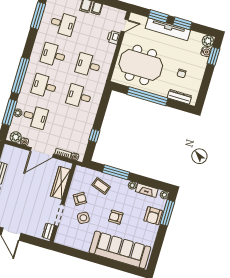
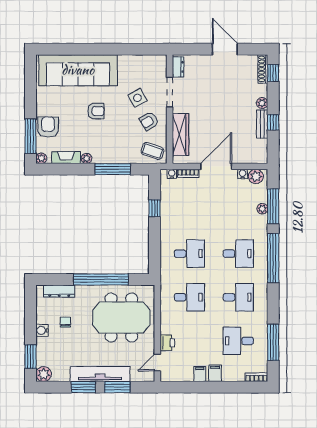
water cooler: (206, 52) -> (42, 330), moved
desk: (35, 117) -> (238, 210), removed
coffee table: (101, 186) -> (152, 151), moved

